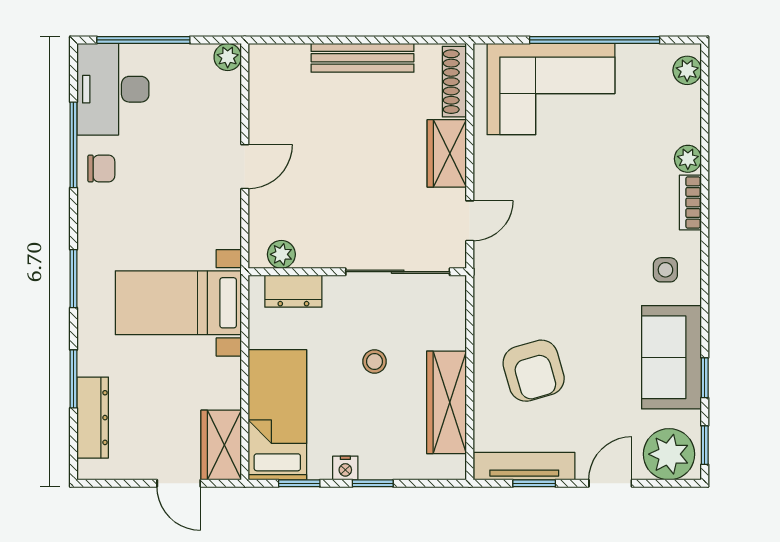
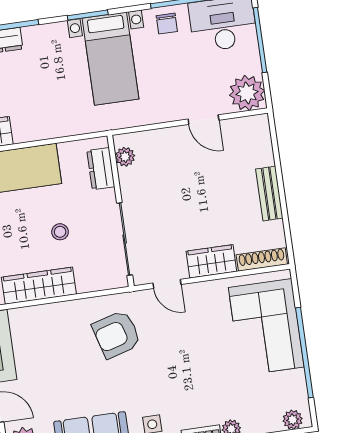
plant: (228, 57) -> (247, 93), width x1.88, depth x1.88
bench: (362, 58) -> (269, 194), width x0.73
door: (245, 167) -> (203, 120), moved
bed with nightstands: (178, 303) -> (111, 59), moved, turned 180
armchair: (534, 371) -> (117, 334), moved

